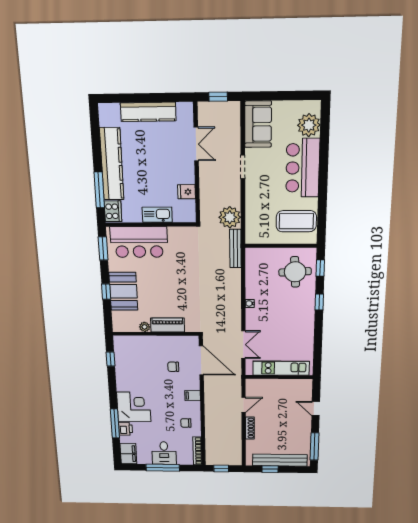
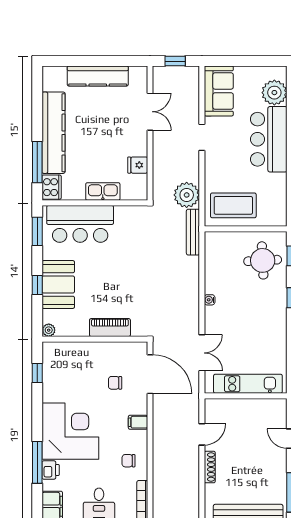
coffee table: (296, 221) -> (233, 205), moved
plant: (145, 327) -> (49, 330), moved
corner desk: (134, 407) -> (70, 431), width x1.36, depth x1.36

